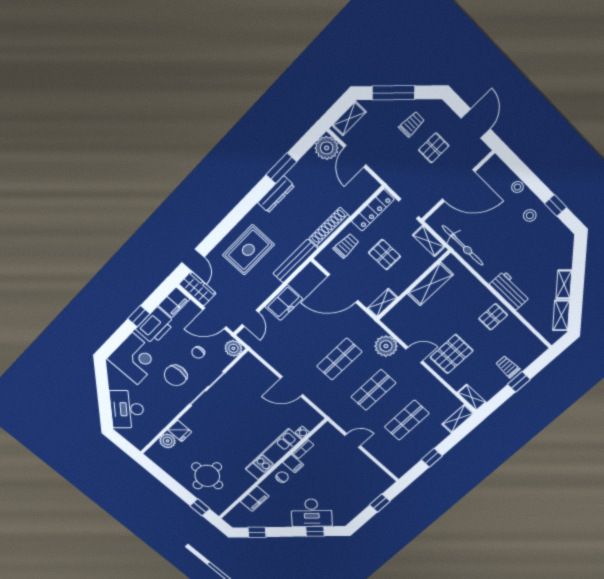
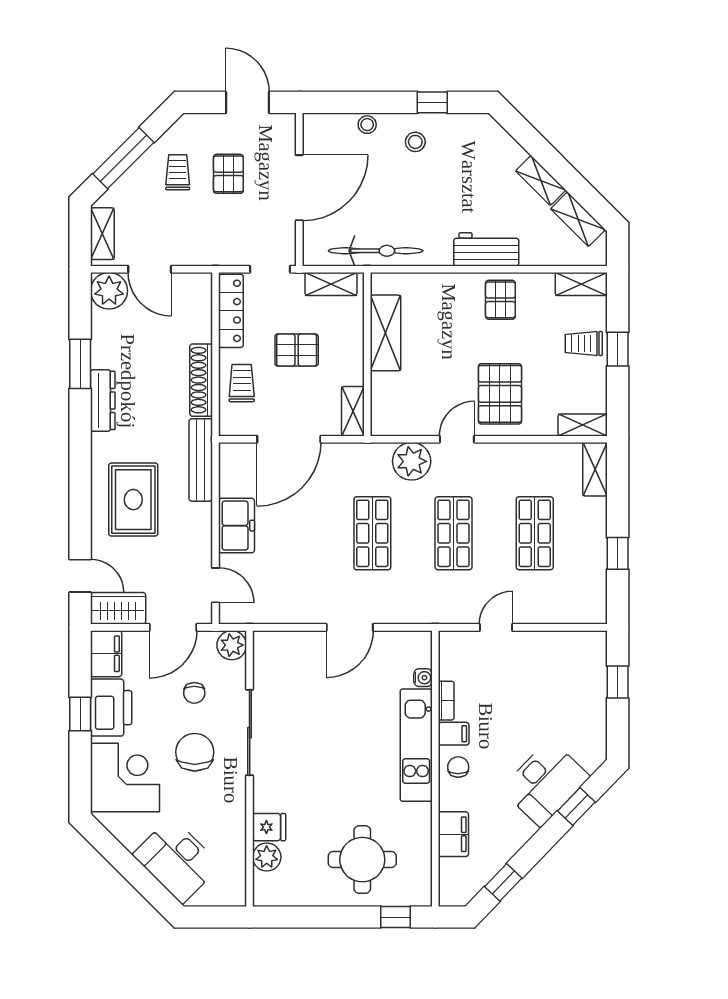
shelving: (533, 342) -> (581, 284), added
chair: (176, 375) -> (195, 752), turned 180

